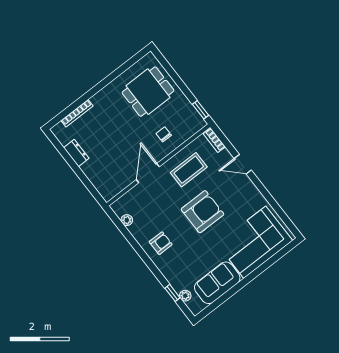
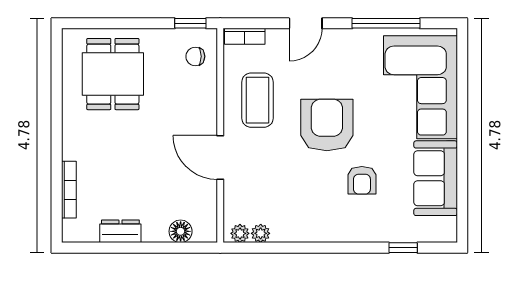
chair: (164, 134) -> (195, 56), moved
floor lamp: (98, 181) -> (181, 231), added
window: (272, 202) -> (386, 23), added
armchair: (161, 243) -> (362, 180), moved, turned 180
plant: (185, 296) -> (240, 233), moved

